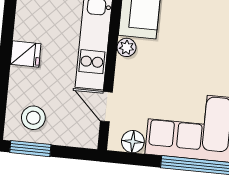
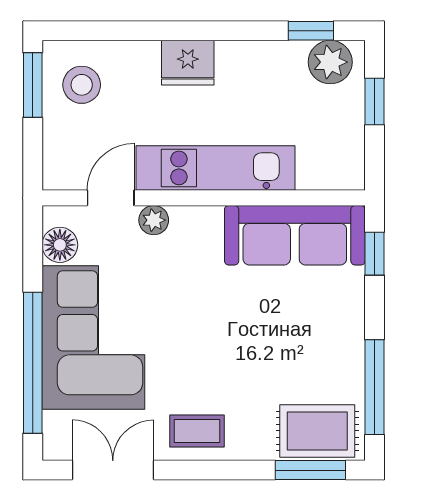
plant: (126, 47) -> (154, 220), moved
fridge: (26, 54) -> (188, 63), width x1.38

